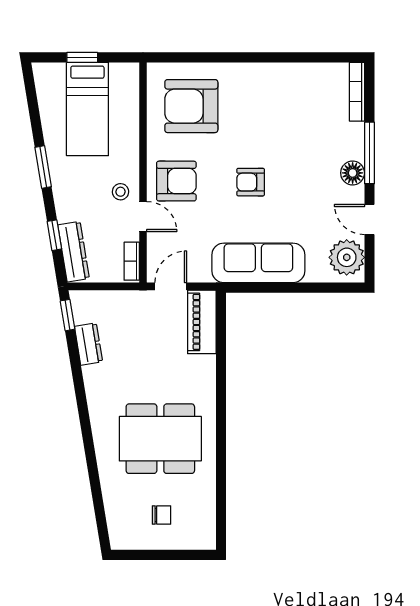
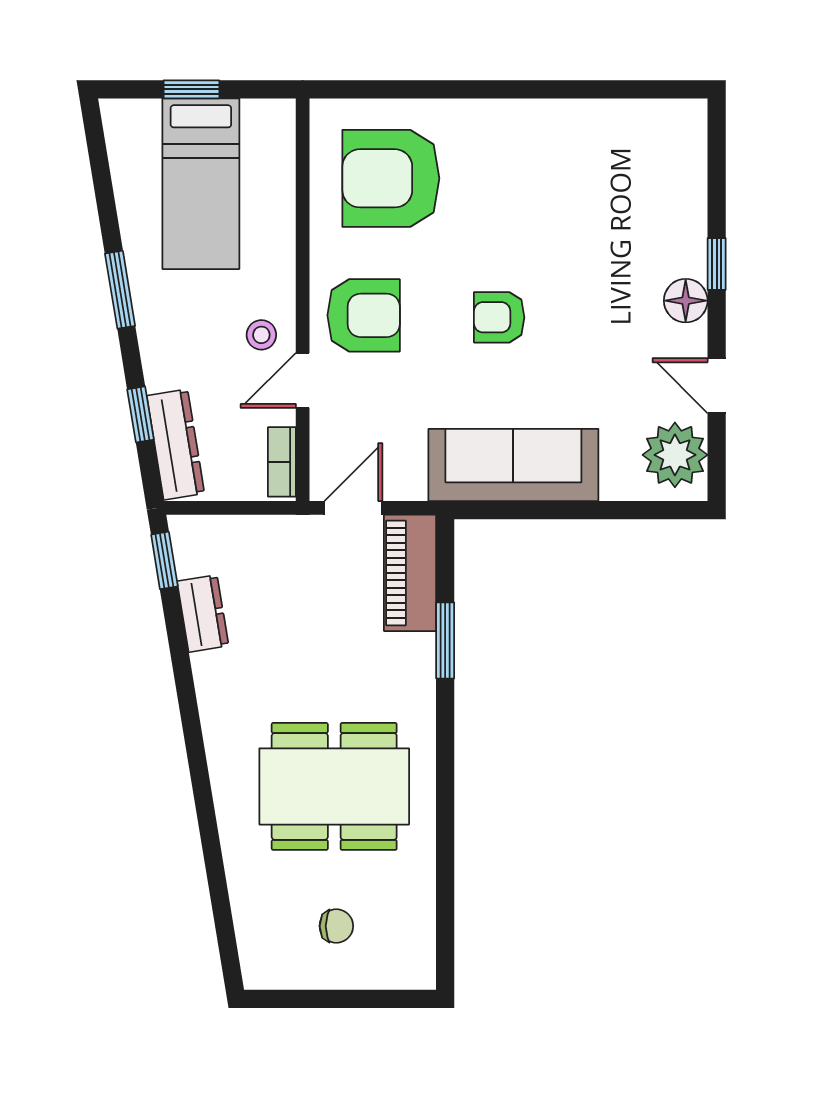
bookcase: (357, 92) -> (694, 152), removed
window: (369, 153) -> (717, 264), width x0.46
door: (143, 217) -> (303, 380), swing flipped
window: (221, 359) -> (445, 640), added

